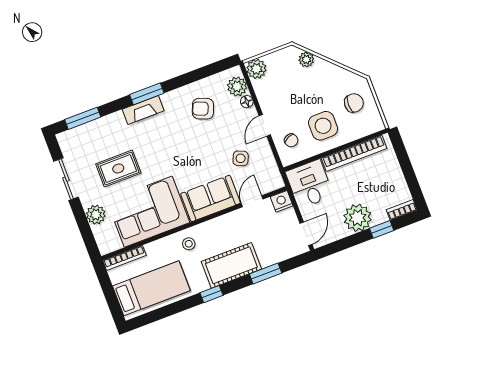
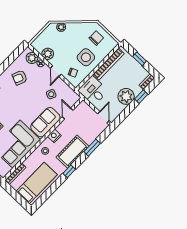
plant: (256, 69) -> (48, 54), moved
window: (407, 168) -> (140, 59), added
nightstand: (282, 201) -> (54, 136), moved

